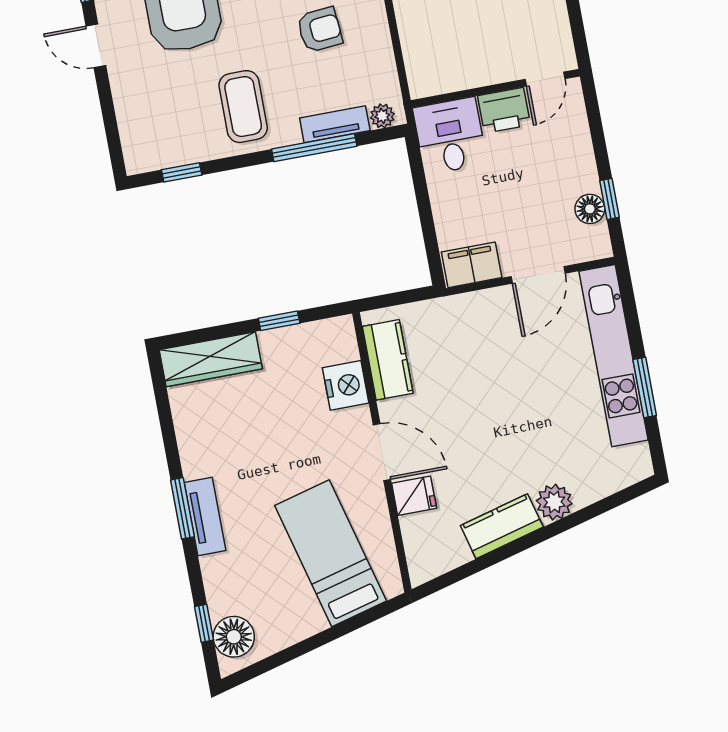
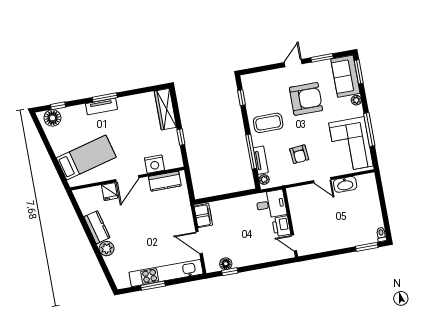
door: (545, 79) -> (294, 243), moved
wall: (495, 88) -> (290, 223), moved
printer: (504, 110) -> (281, 226), moved
desk: (450, 136) -> (271, 204), moved

